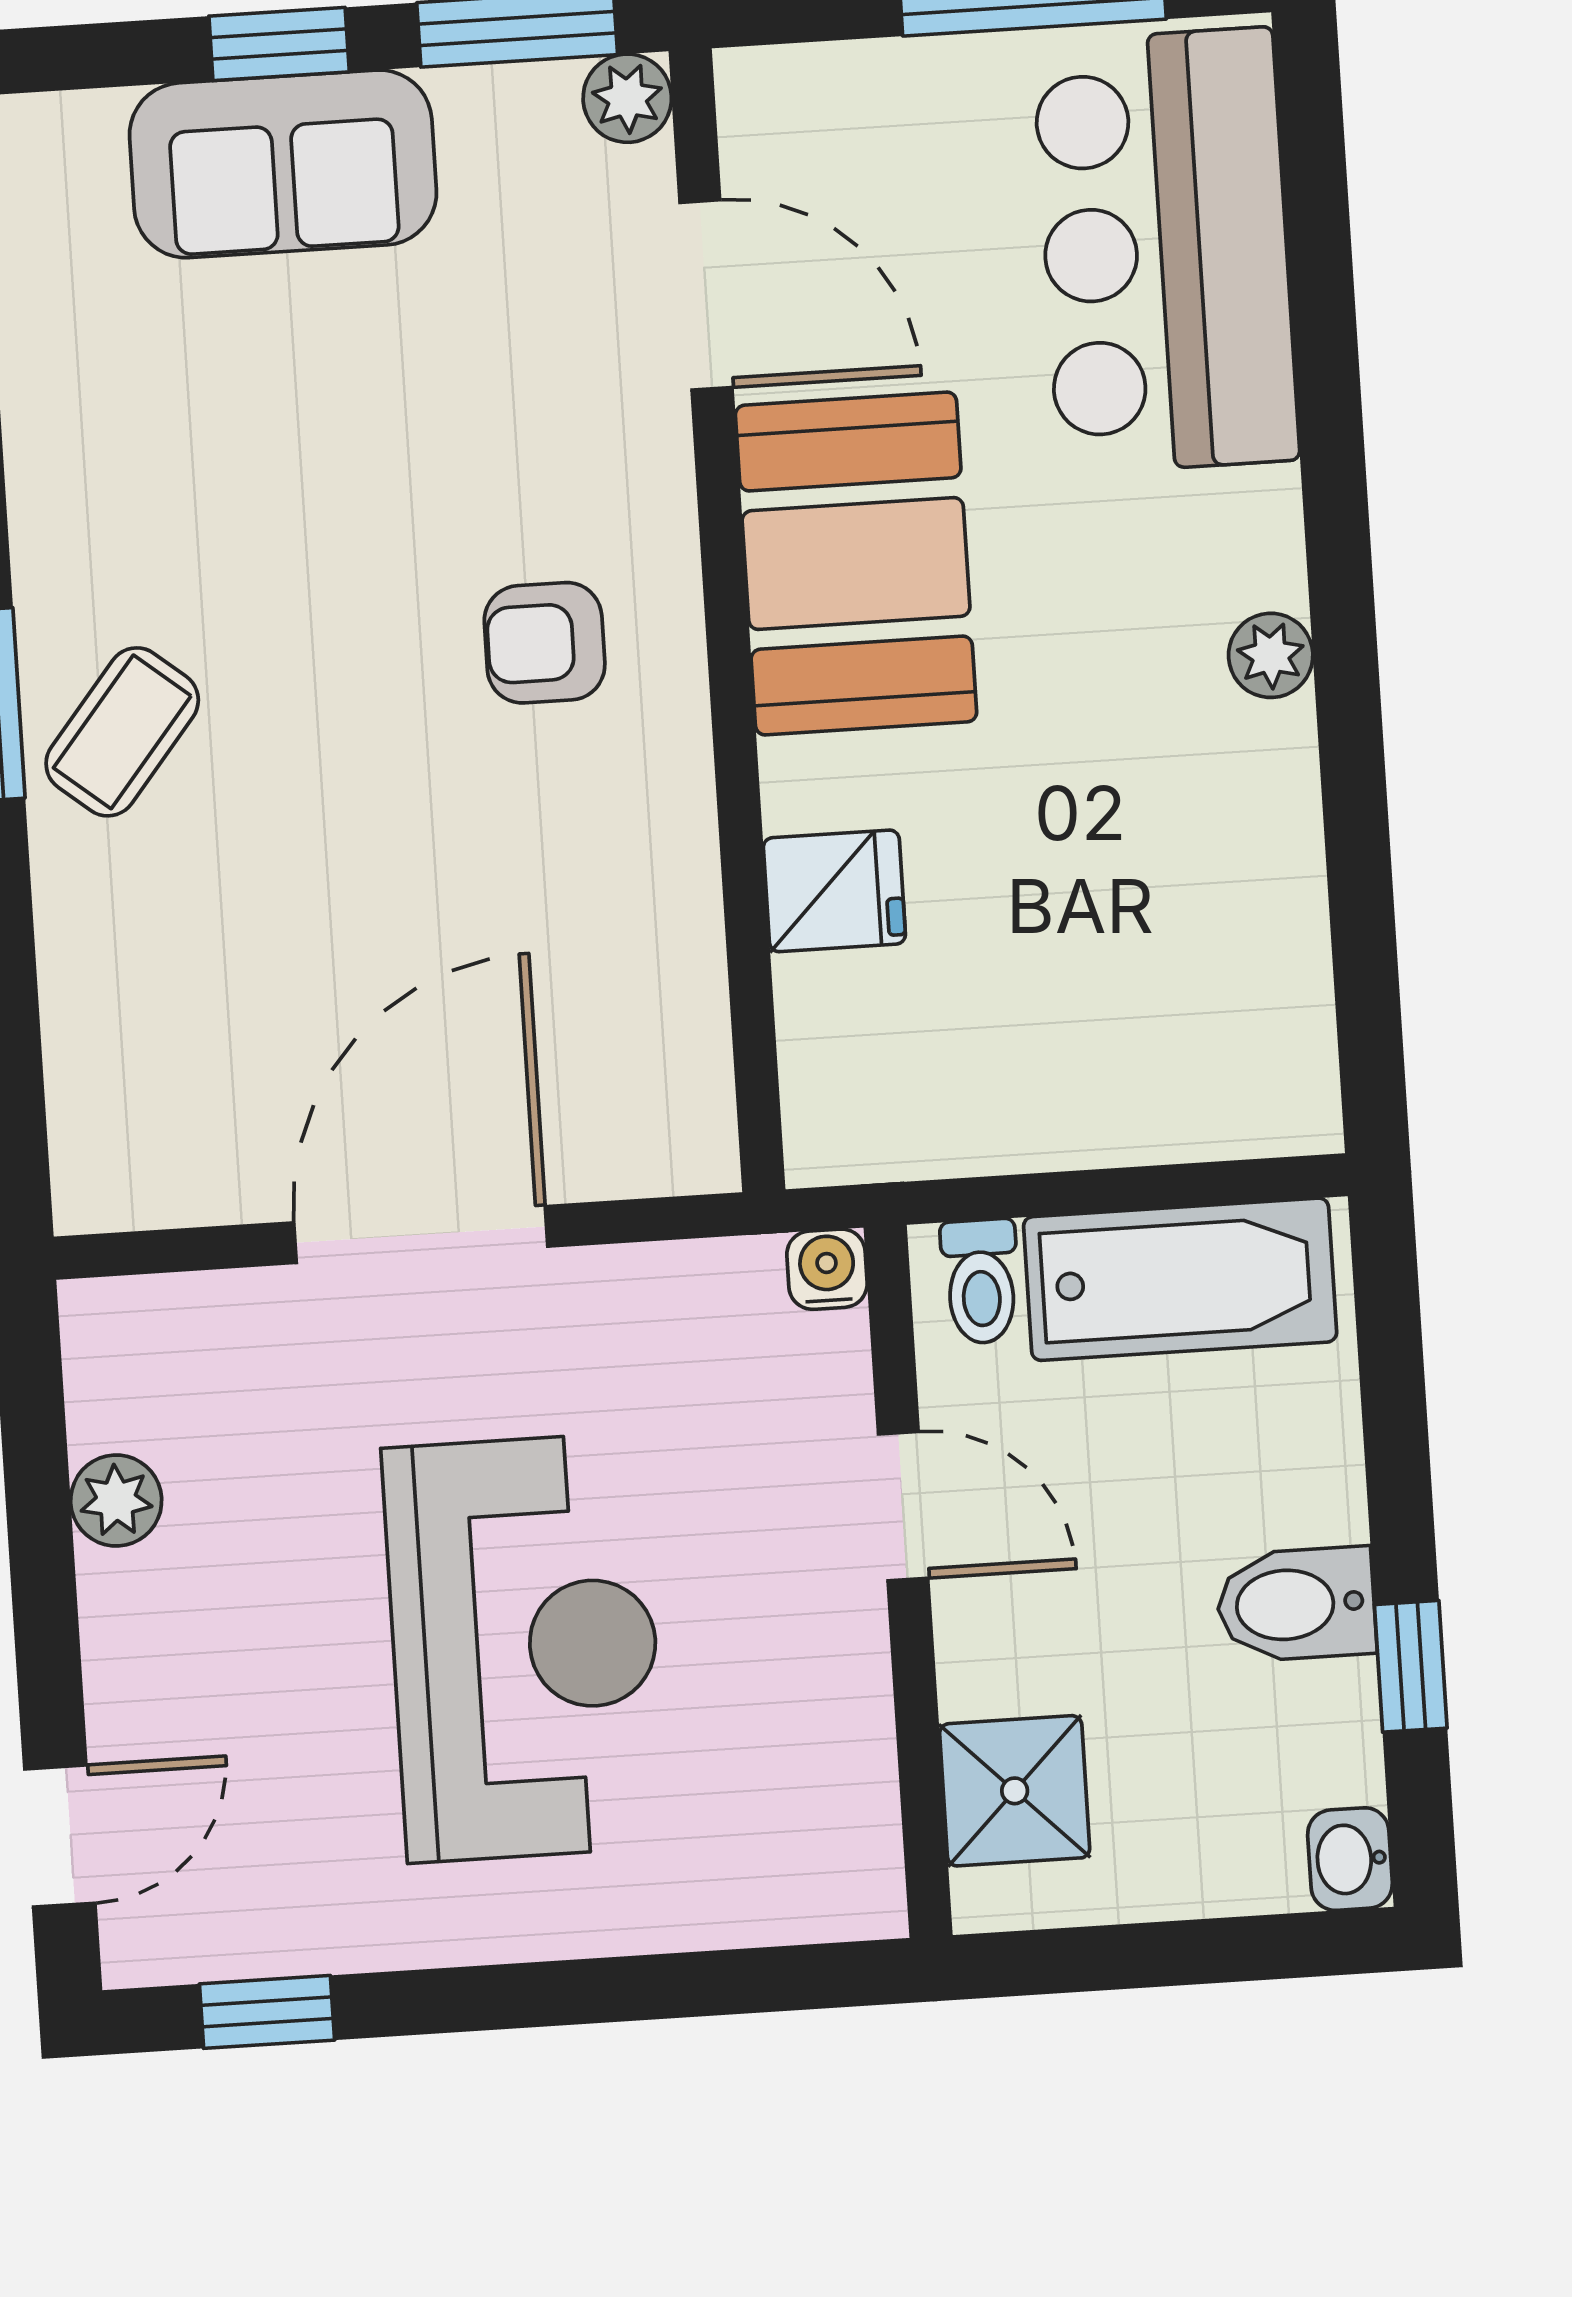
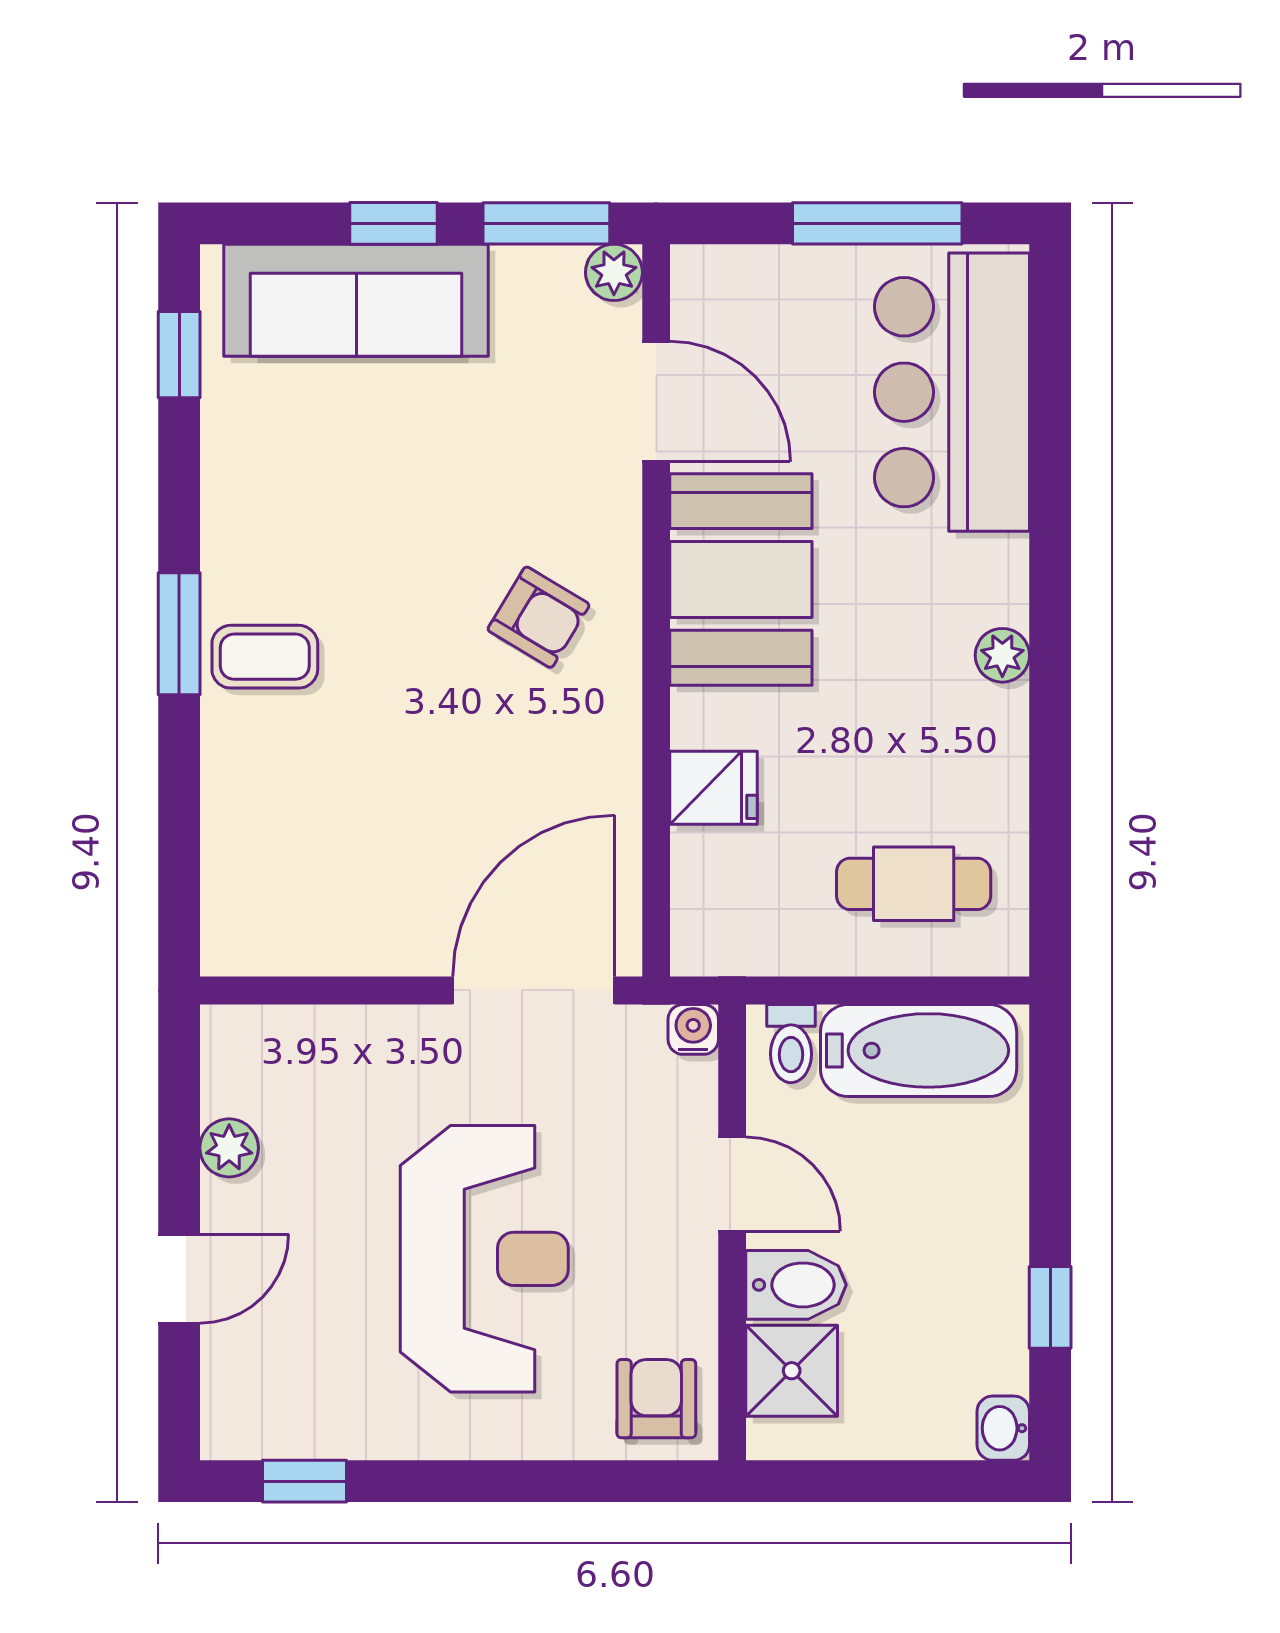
sofa: (283, 164) -> (356, 300), width x1.36
armchair: (545, 643) -> (539, 617), turned -149
coffee table: (122, 732) -> (265, 657), turned 51
cafe table: (1156, 1020) -> (914, 884), added
door: (421, 1235) -> (534, 990), moved
bidet: (1296, 1604) -> (796, 1285), moved, turned 180
door: (60, 1836) -> (179, 1279), moved
armchair: (807, 1848) -> (656, 1399), added

